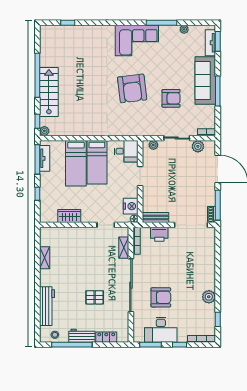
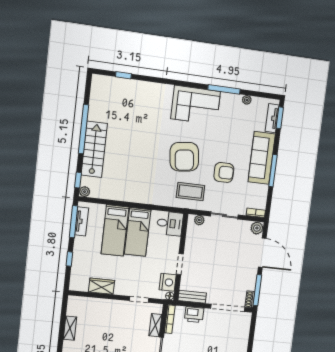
coffee table: (142, 120) -> (191, 192), added
plant: (198, 146) -> (257, 228), moved
doorway: (140, 176) -> (180, 264), moved

